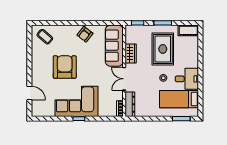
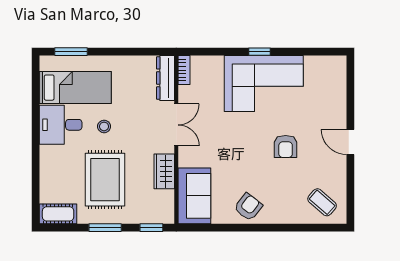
sofa: (114, 46) -> (194, 196), width x0.73
armchair: (65, 67) -> (286, 147), width x0.53, depth x0.53
door: (29, 93) -> (350, 142), moved

